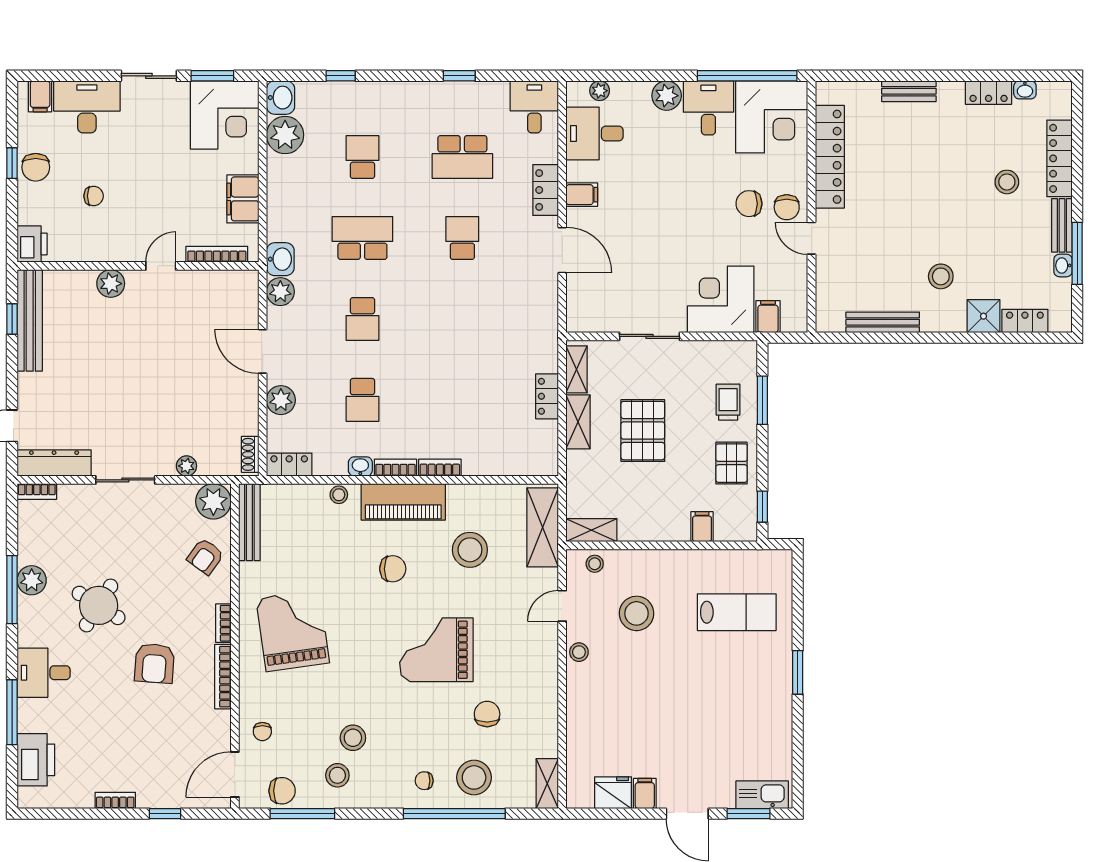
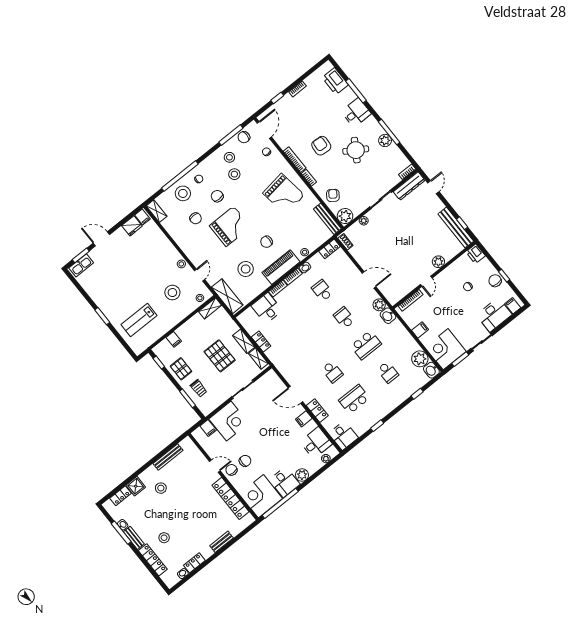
filing cabinet: (243, 199) -> (420, 330), width x0.50
plant: (281, 400) -> (350, 268), removed
desk: (489, 449) -> (267, 308), added
chair: (416, 723) -> (217, 196), added
filing cabinet: (645, 793) -> (142, 217), moved

